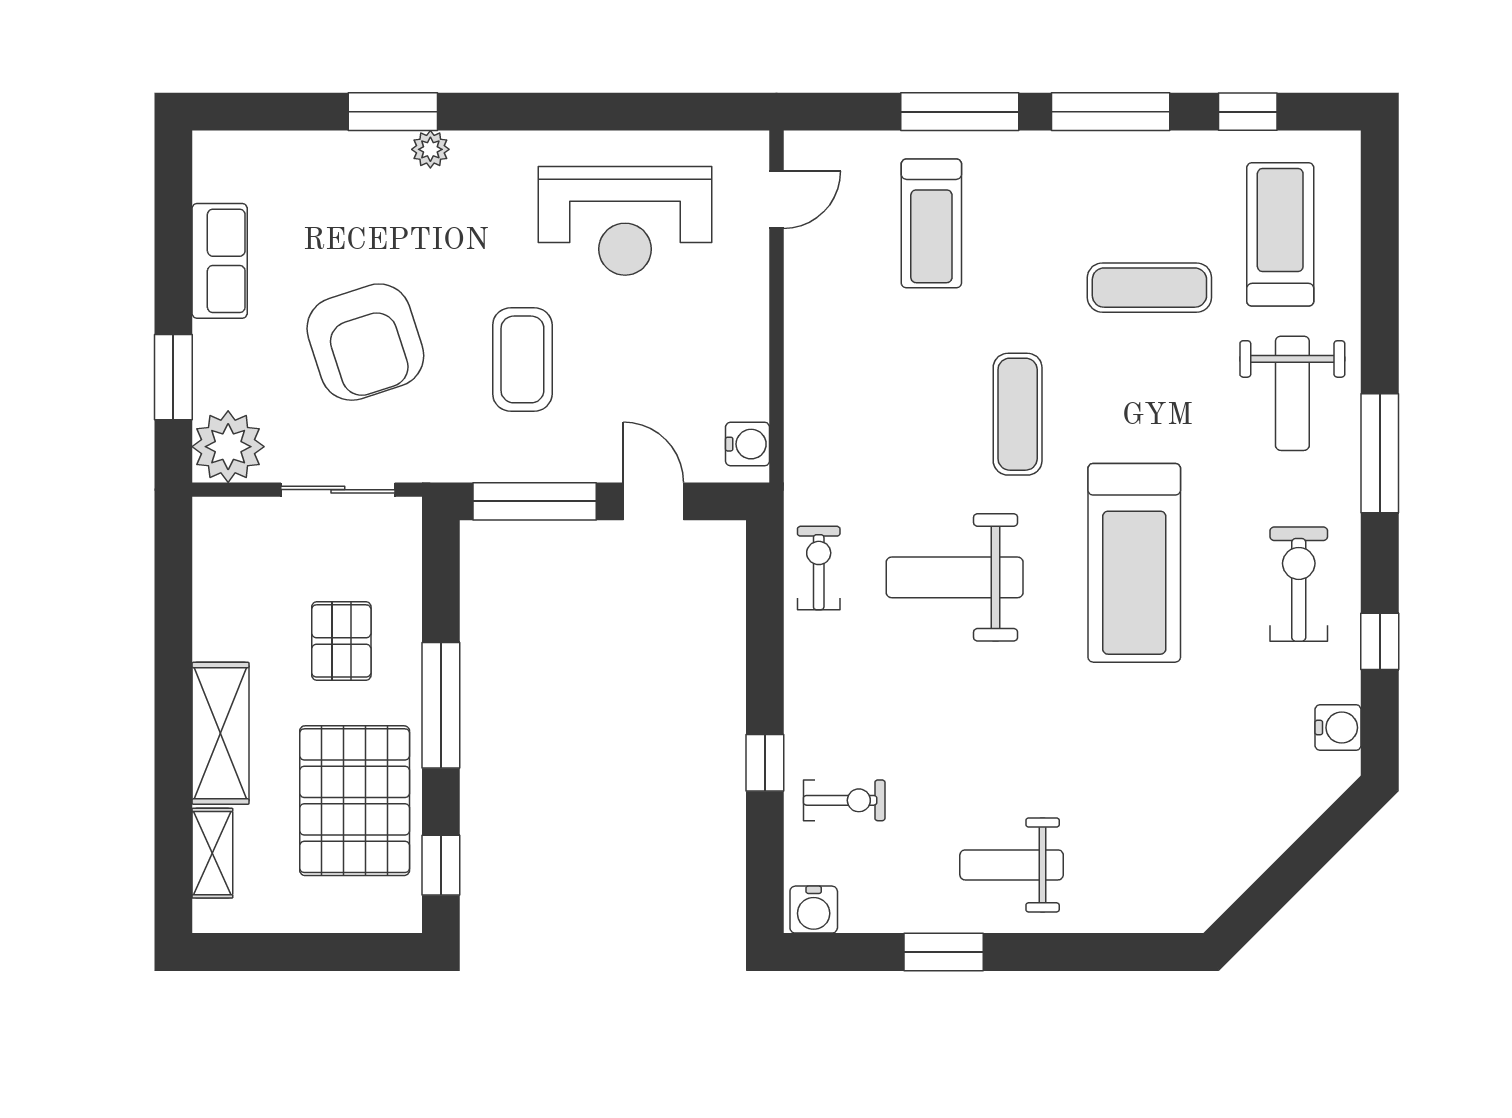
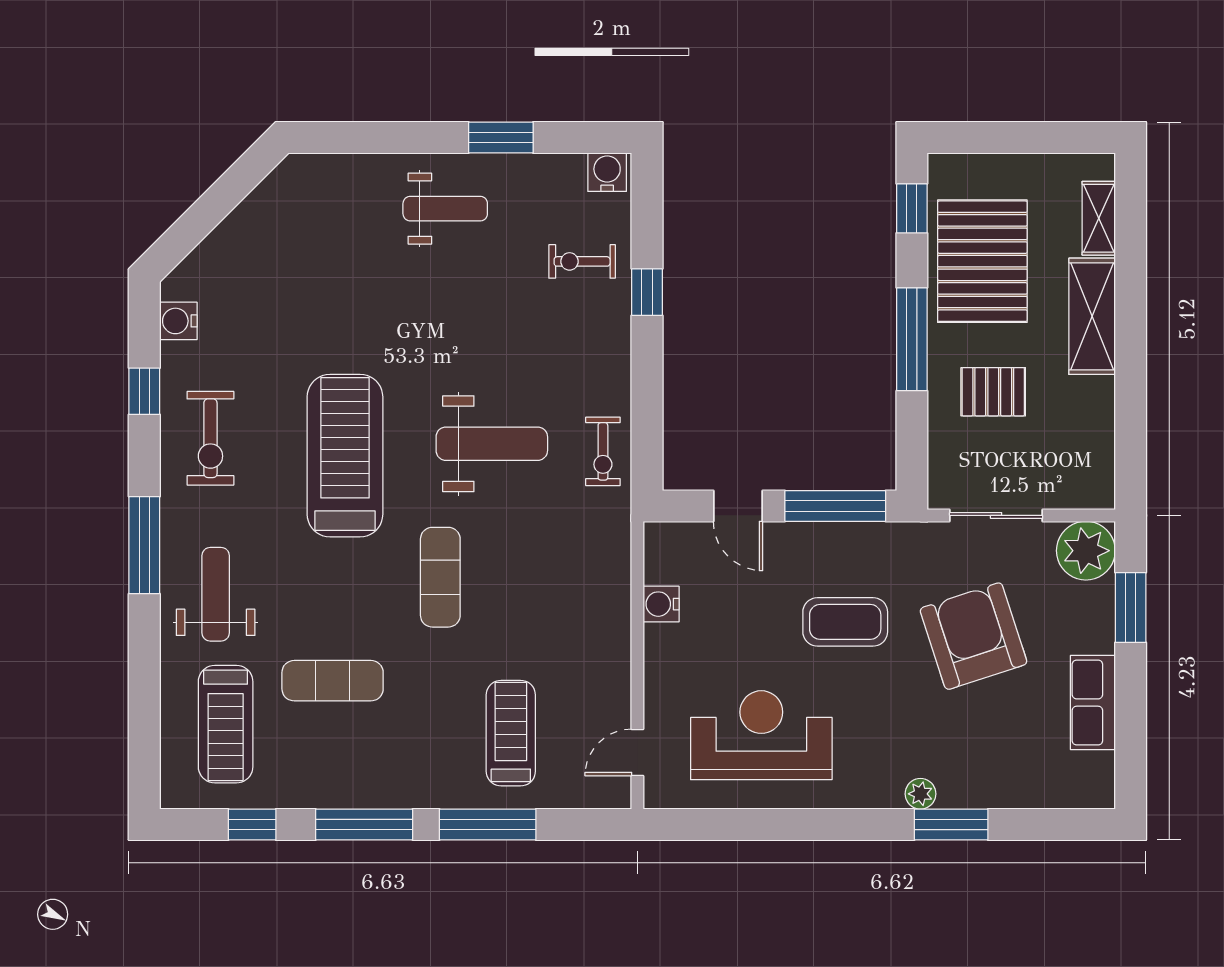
coffee table: (522, 359) -> (845, 622), turned 90
water cooler: (748, 444) -> (661, 604), moved
pallet: (341, 641) -> (993, 392), turned 90

